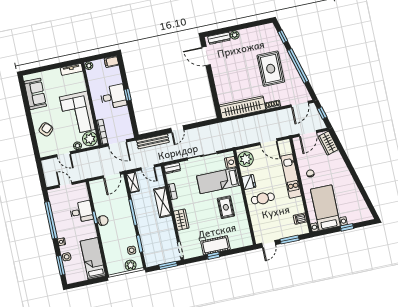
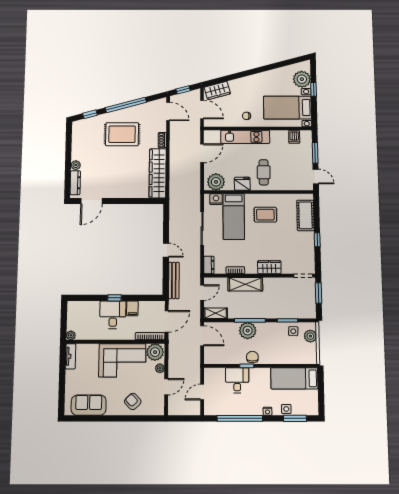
filing cabinet: (111, 62) -> (132, 308), moved
plant: (124, 212) -> (248, 331), added
plant: (354, 215) -> (302, 79), added
cot: (215, 245) -> (305, 215), moved

